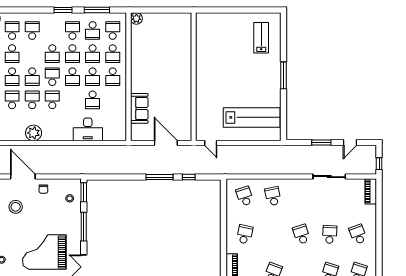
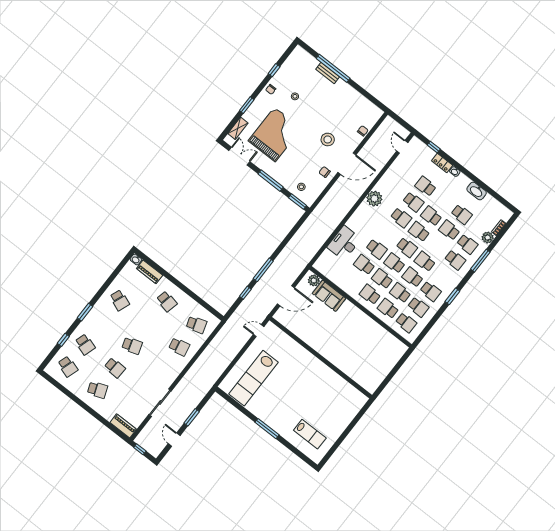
window: (97, 10) -> (480, 261), moved
plant: (136, 18) -> (314, 280), moved
school desk: (93, 30) -> (418, 307), turned 180
school desk: (52, 100) -> (377, 249), moved

